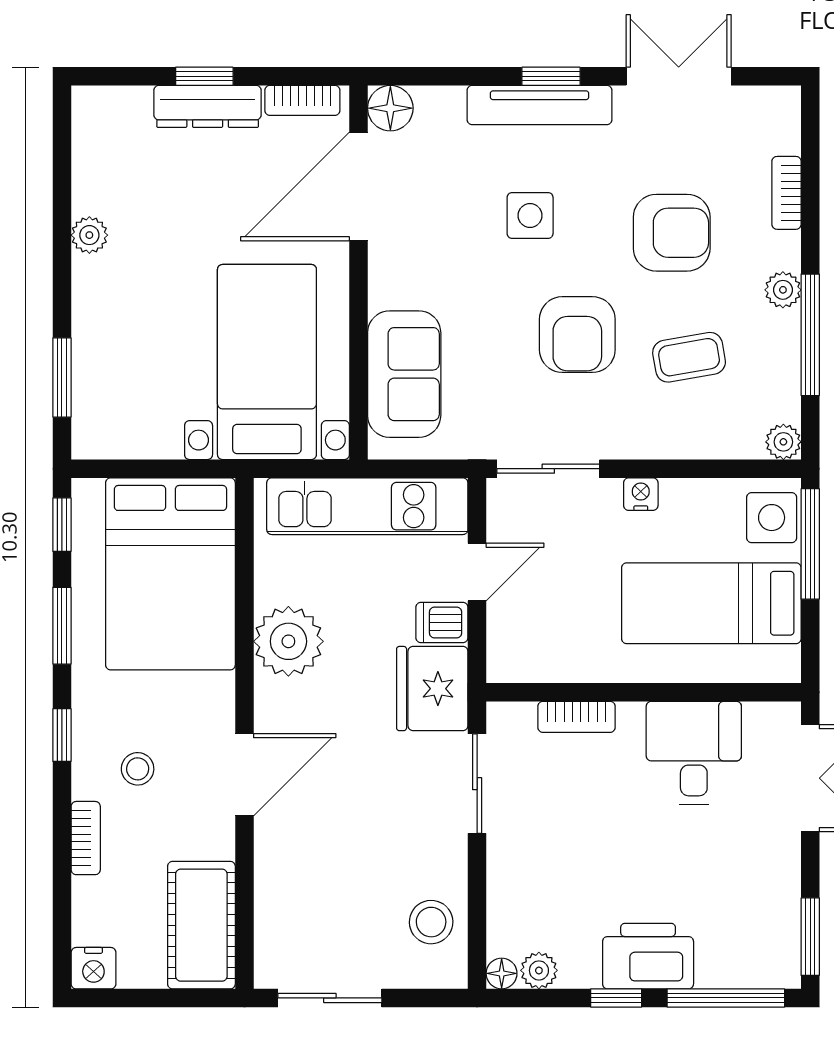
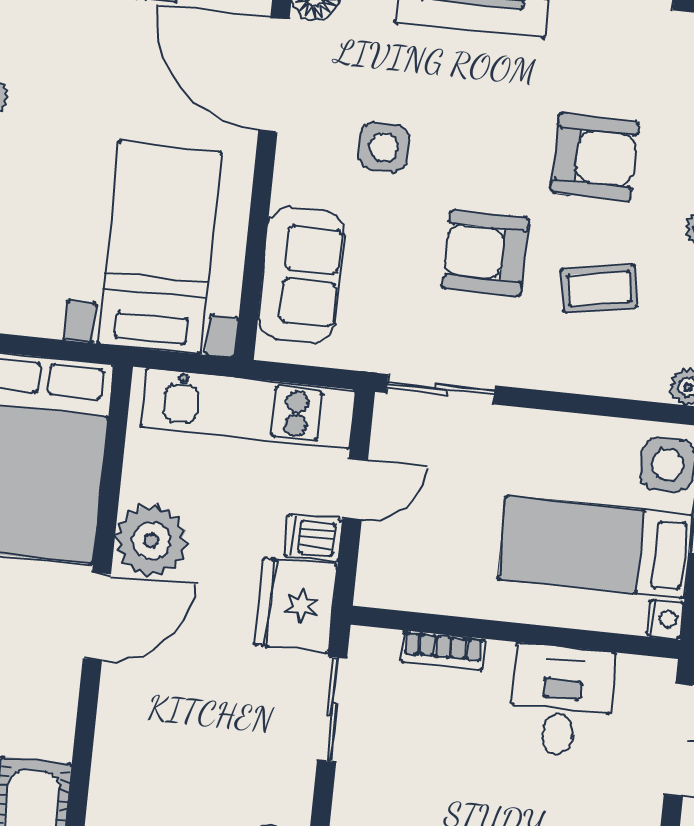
door: (358, 186) -> (274, 75), hinge flipped
side table: (530, 215) -> (384, 147), moved
armchair: (577, 335) -> (485, 253), turned 90
nightstand: (641, 494) -> (665, 619), moved, turned 90
door: (244, 775) -> (97, 616), moved

